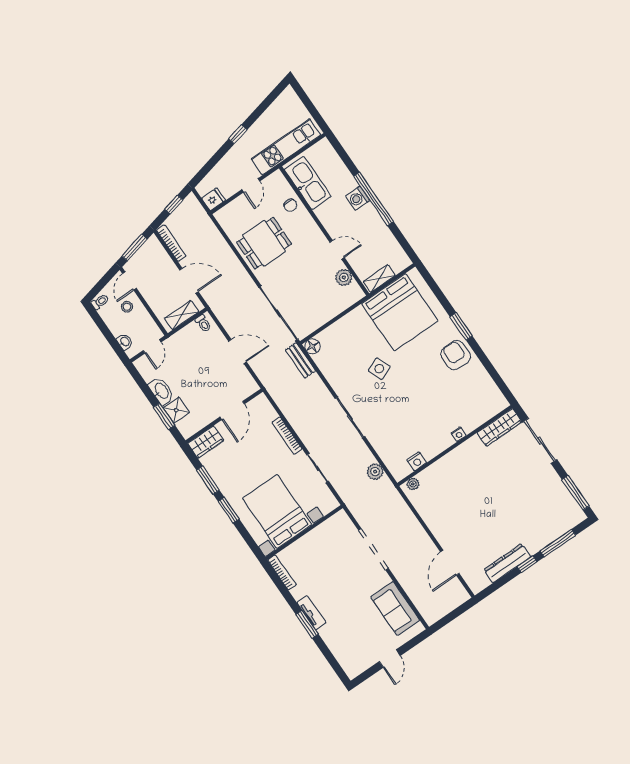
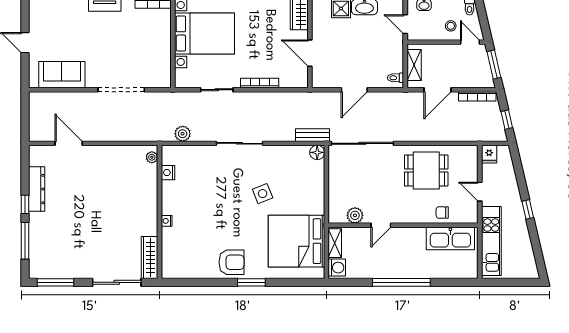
washing machine: (358, 198) -> (337, 268), moved, turned 90
dining table: (264, 243) -> (426, 170), turned 90

